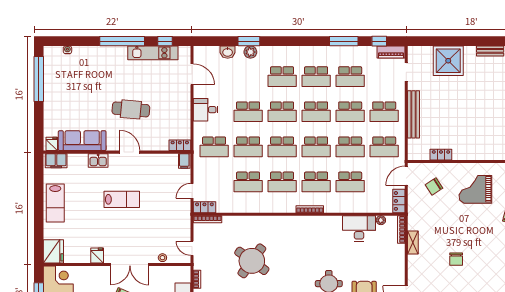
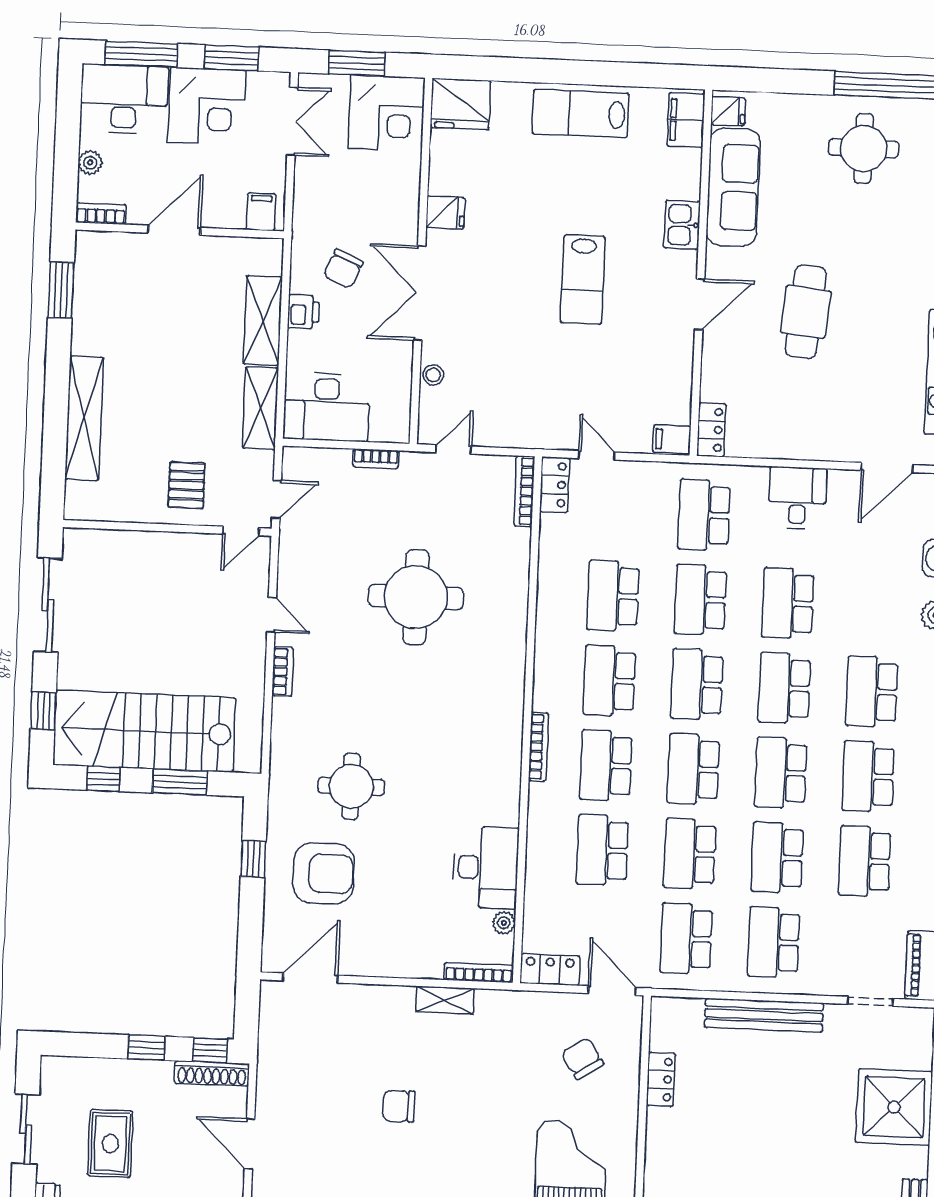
round table: (65, 89) -> (864, 149), added
round table: (252, 261) -> (416, 597), turned -36

